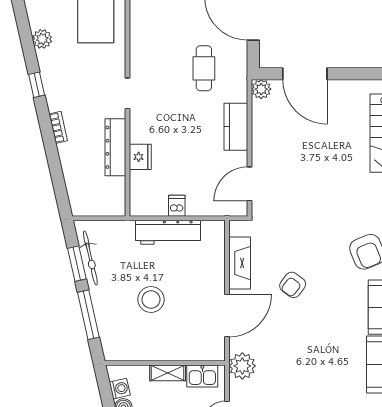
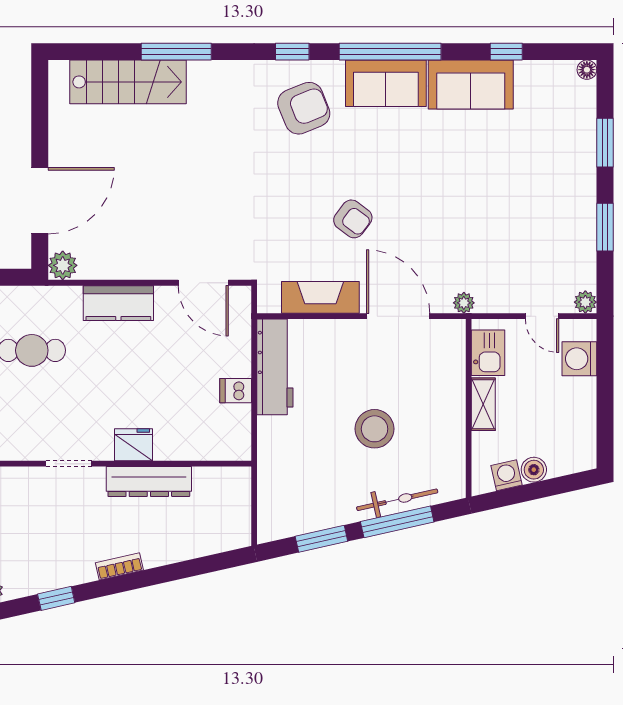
fridge: (140, 157) -> (133, 445), moved
workbench: (168, 232) -> (275, 367), moved
bicycle: (90, 258) -> (397, 500), moved
plant: (242, 366) -> (464, 303), width x0.53, depth x0.53

